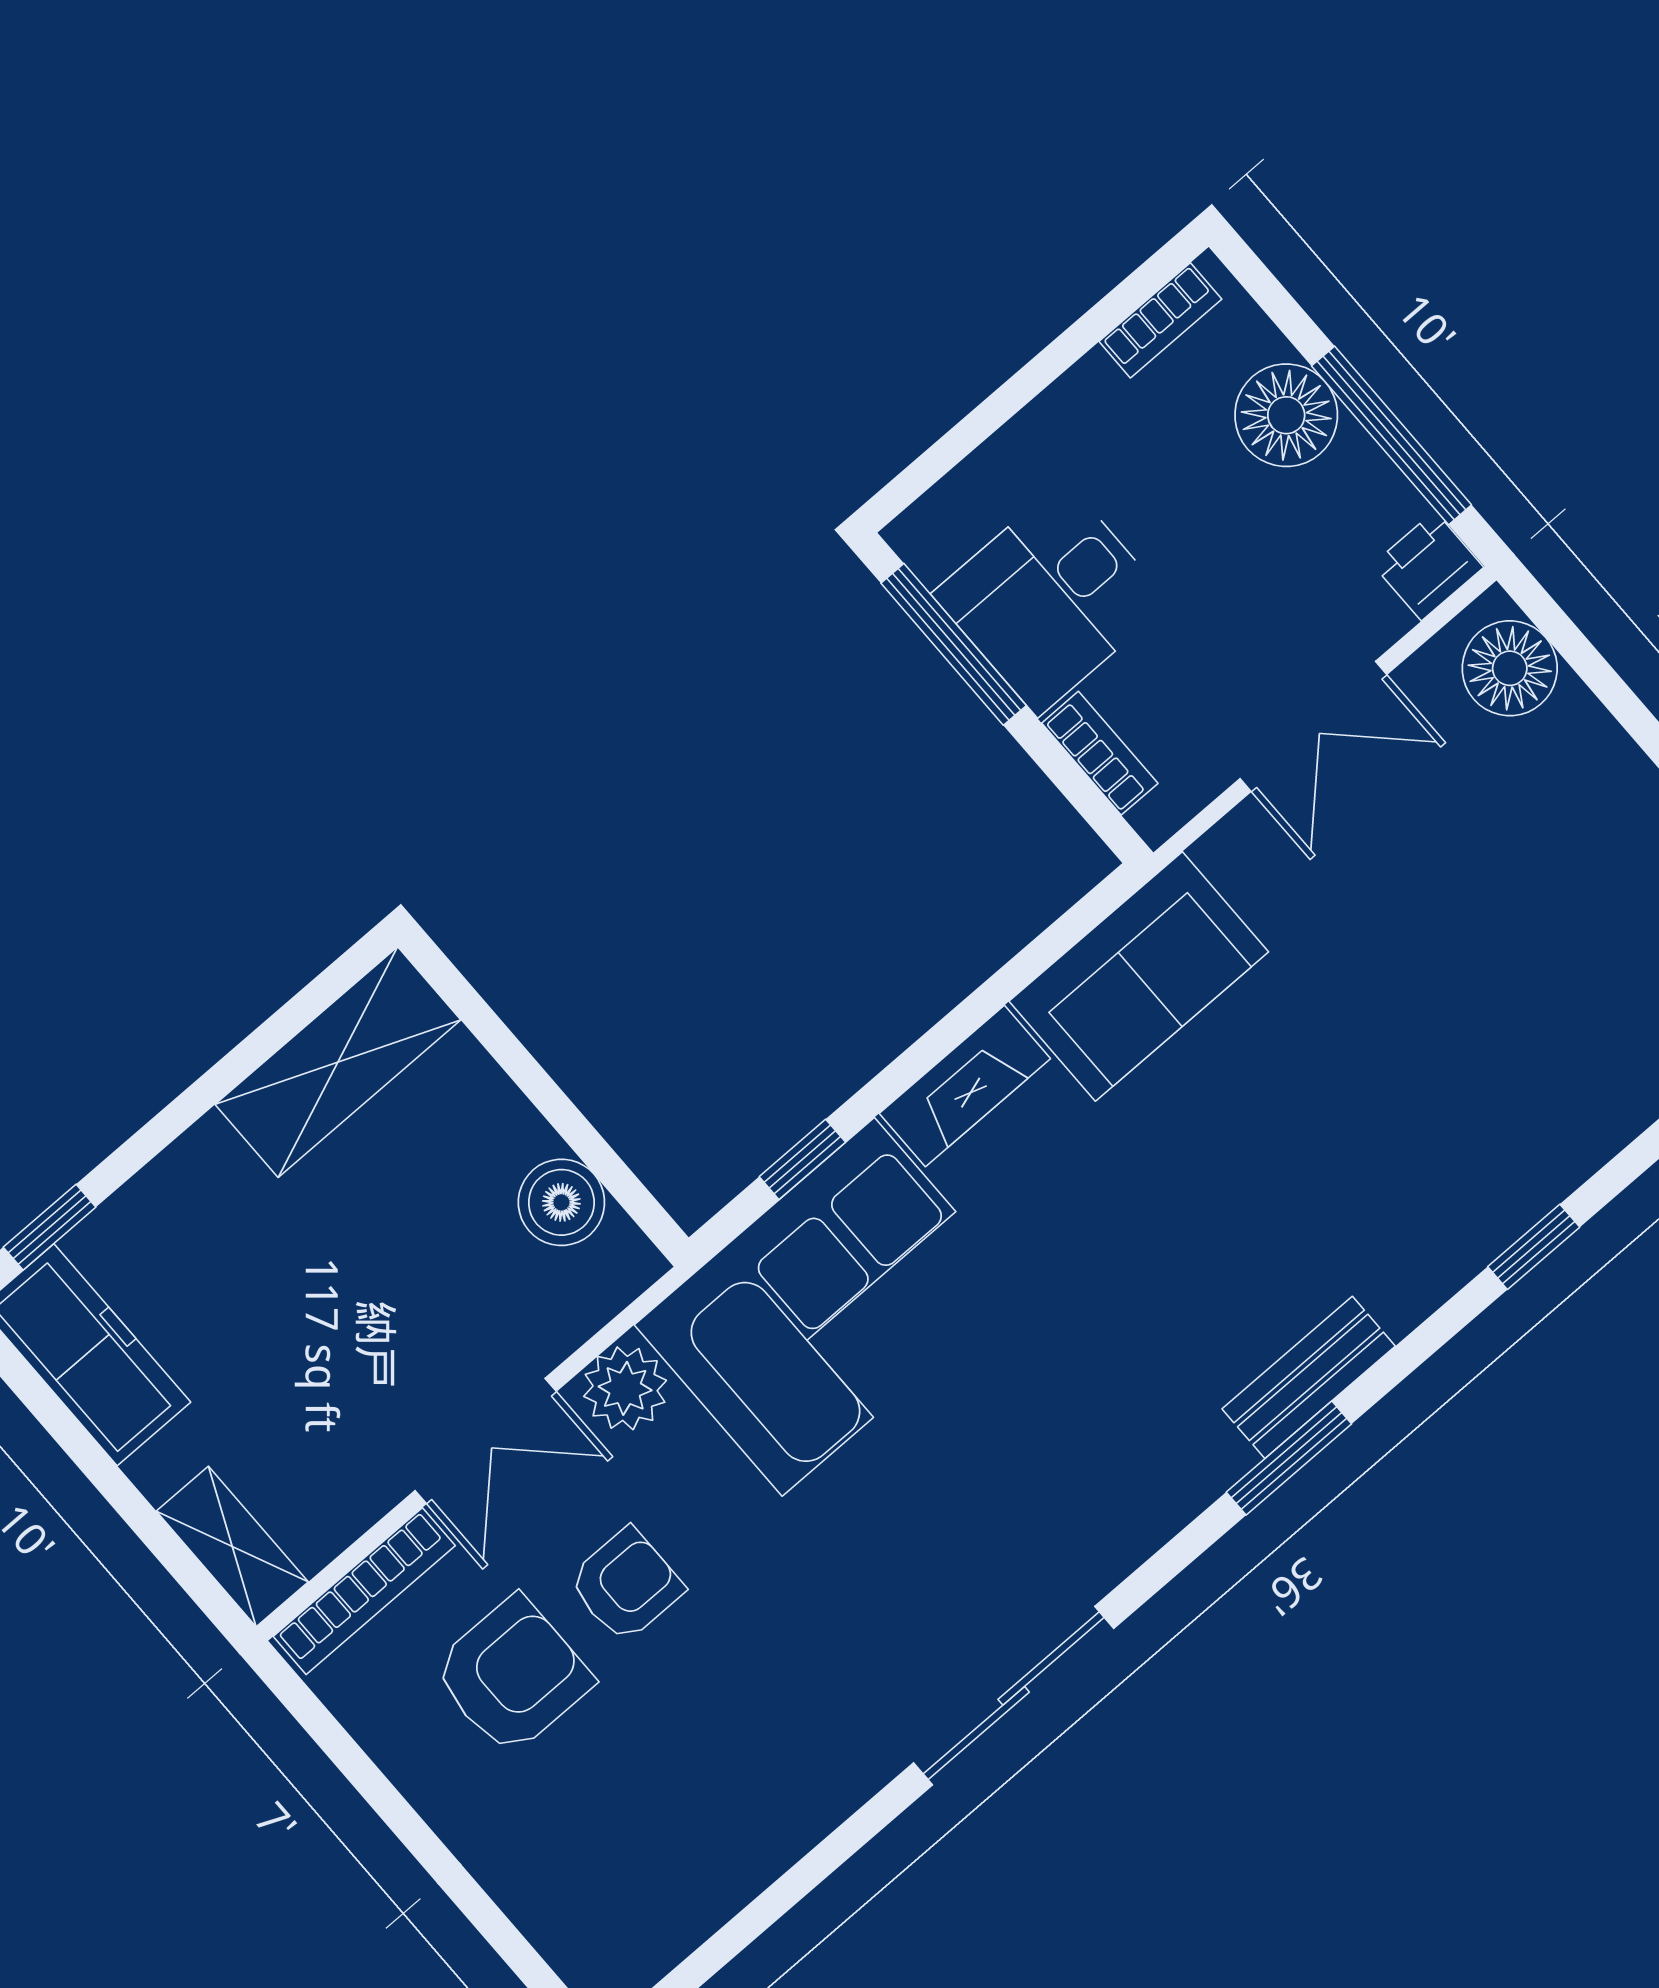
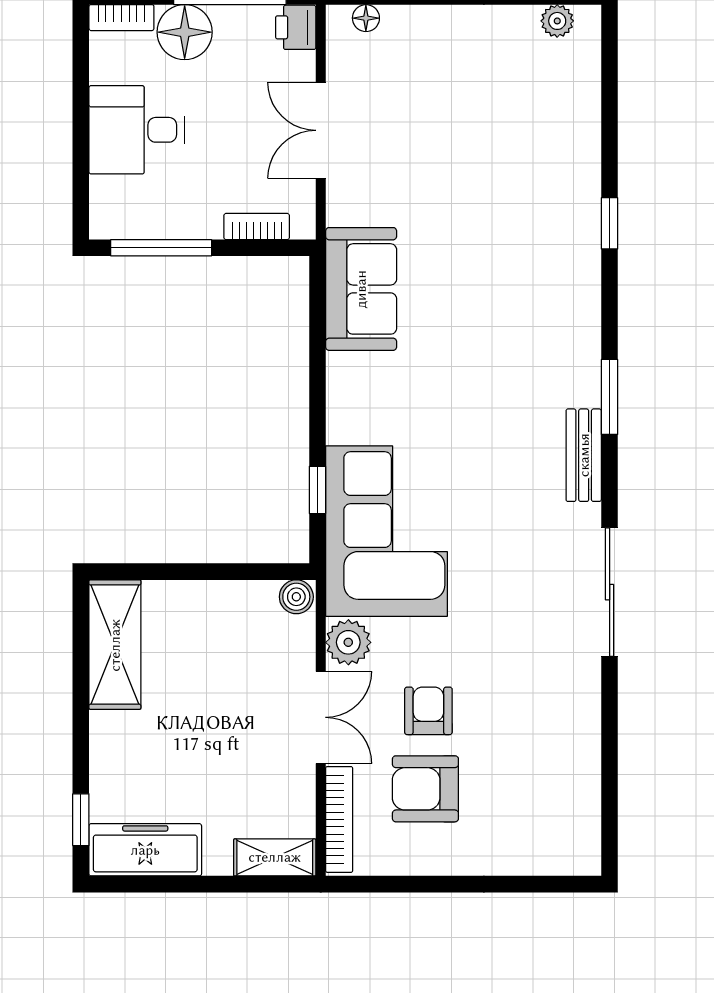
bookcase: (1160, 320) -> (121, 18), moved, turned 90
desk: (1051, 598) -> (137, 130), moved, turned 90
floor lamp: (1510, 668) -> (366, 18), width x0.53, depth x0.53
double door: (1313, 726) -> (321, 130), swing flipped
fireplace: (965, 1086) -> (345, 398), removed
boiler: (561, 1202) -> (296, 597), moved, width x0.73, depth x0.73
bench: (1309, 1377) -> (584, 455), moved
armchair: (512, 1675) -> (425, 789), turned -90

